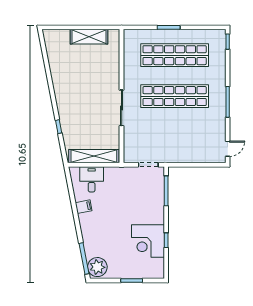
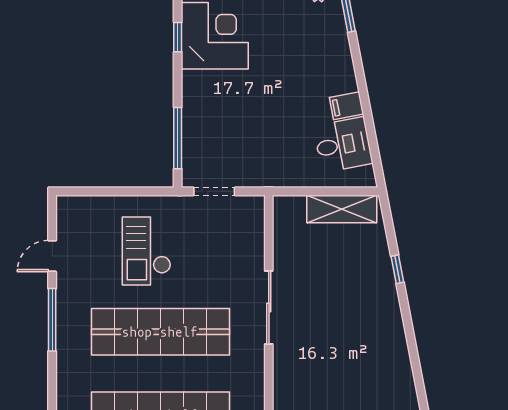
checkout: (181, 136) -> (146, 251), added
door: (228, 149) -> (52, 256), moved
shelving: (94, 156) -> (342, 209), width x0.68
desk: (92, 179) -> (343, 145), moved, turned -101

